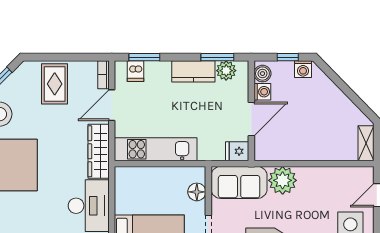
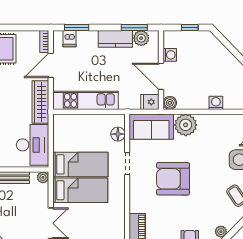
washing machine: (303, 69) -> (216, 103), moved, turned 180
boiler: (262, 74) -> (170, 103), moved
door: (251, 119) -> (161, 76), swing flipped

